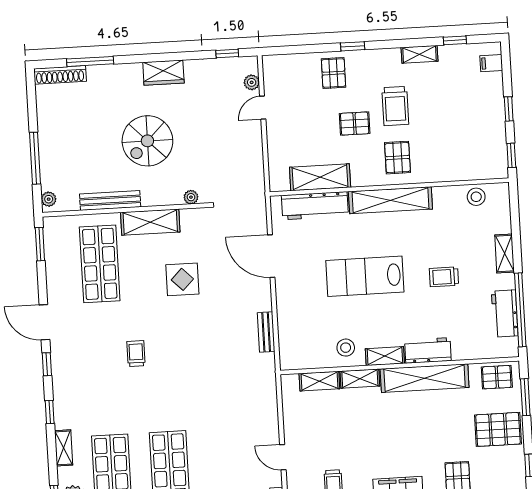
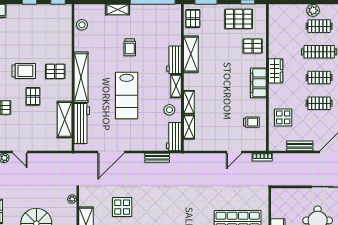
workbench: (505, 313) -> (174, 137), moved, turned 90
shelving: (425, 378) -> (191, 54), width x0.68
pallet: (498, 429) -> (239, 19), moved, turned 90

